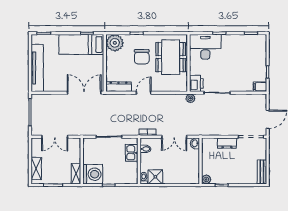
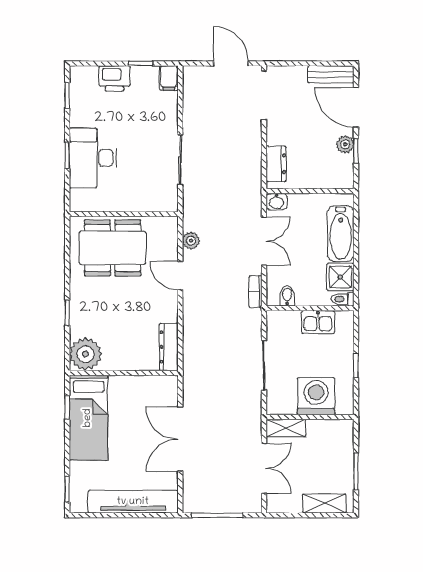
desk: (205, 47) -> (93, 158), moved
chair: (142, 57) -> (112, 303), removed
printer: (196, 83) -> (114, 78), moved, turned 180
double door: (84, 93) -> (180, 439), moved
door: (144, 93) -> (180, 276), moved
plant: (190, 98) -> (191, 241), moved
dresser: (227, 143) -> (276, 164), moved
kitchen sink: (132, 153) -> (318, 322), moved
shelving: (76, 174) -> (286, 428), moved
washing machine: (93, 174) -> (316, 396), moved
bathtub: (178, 177) -> (341, 234), added
plant: (206, 179) -> (345, 144), moved
door: (245, 185) -> (356, 107), added

